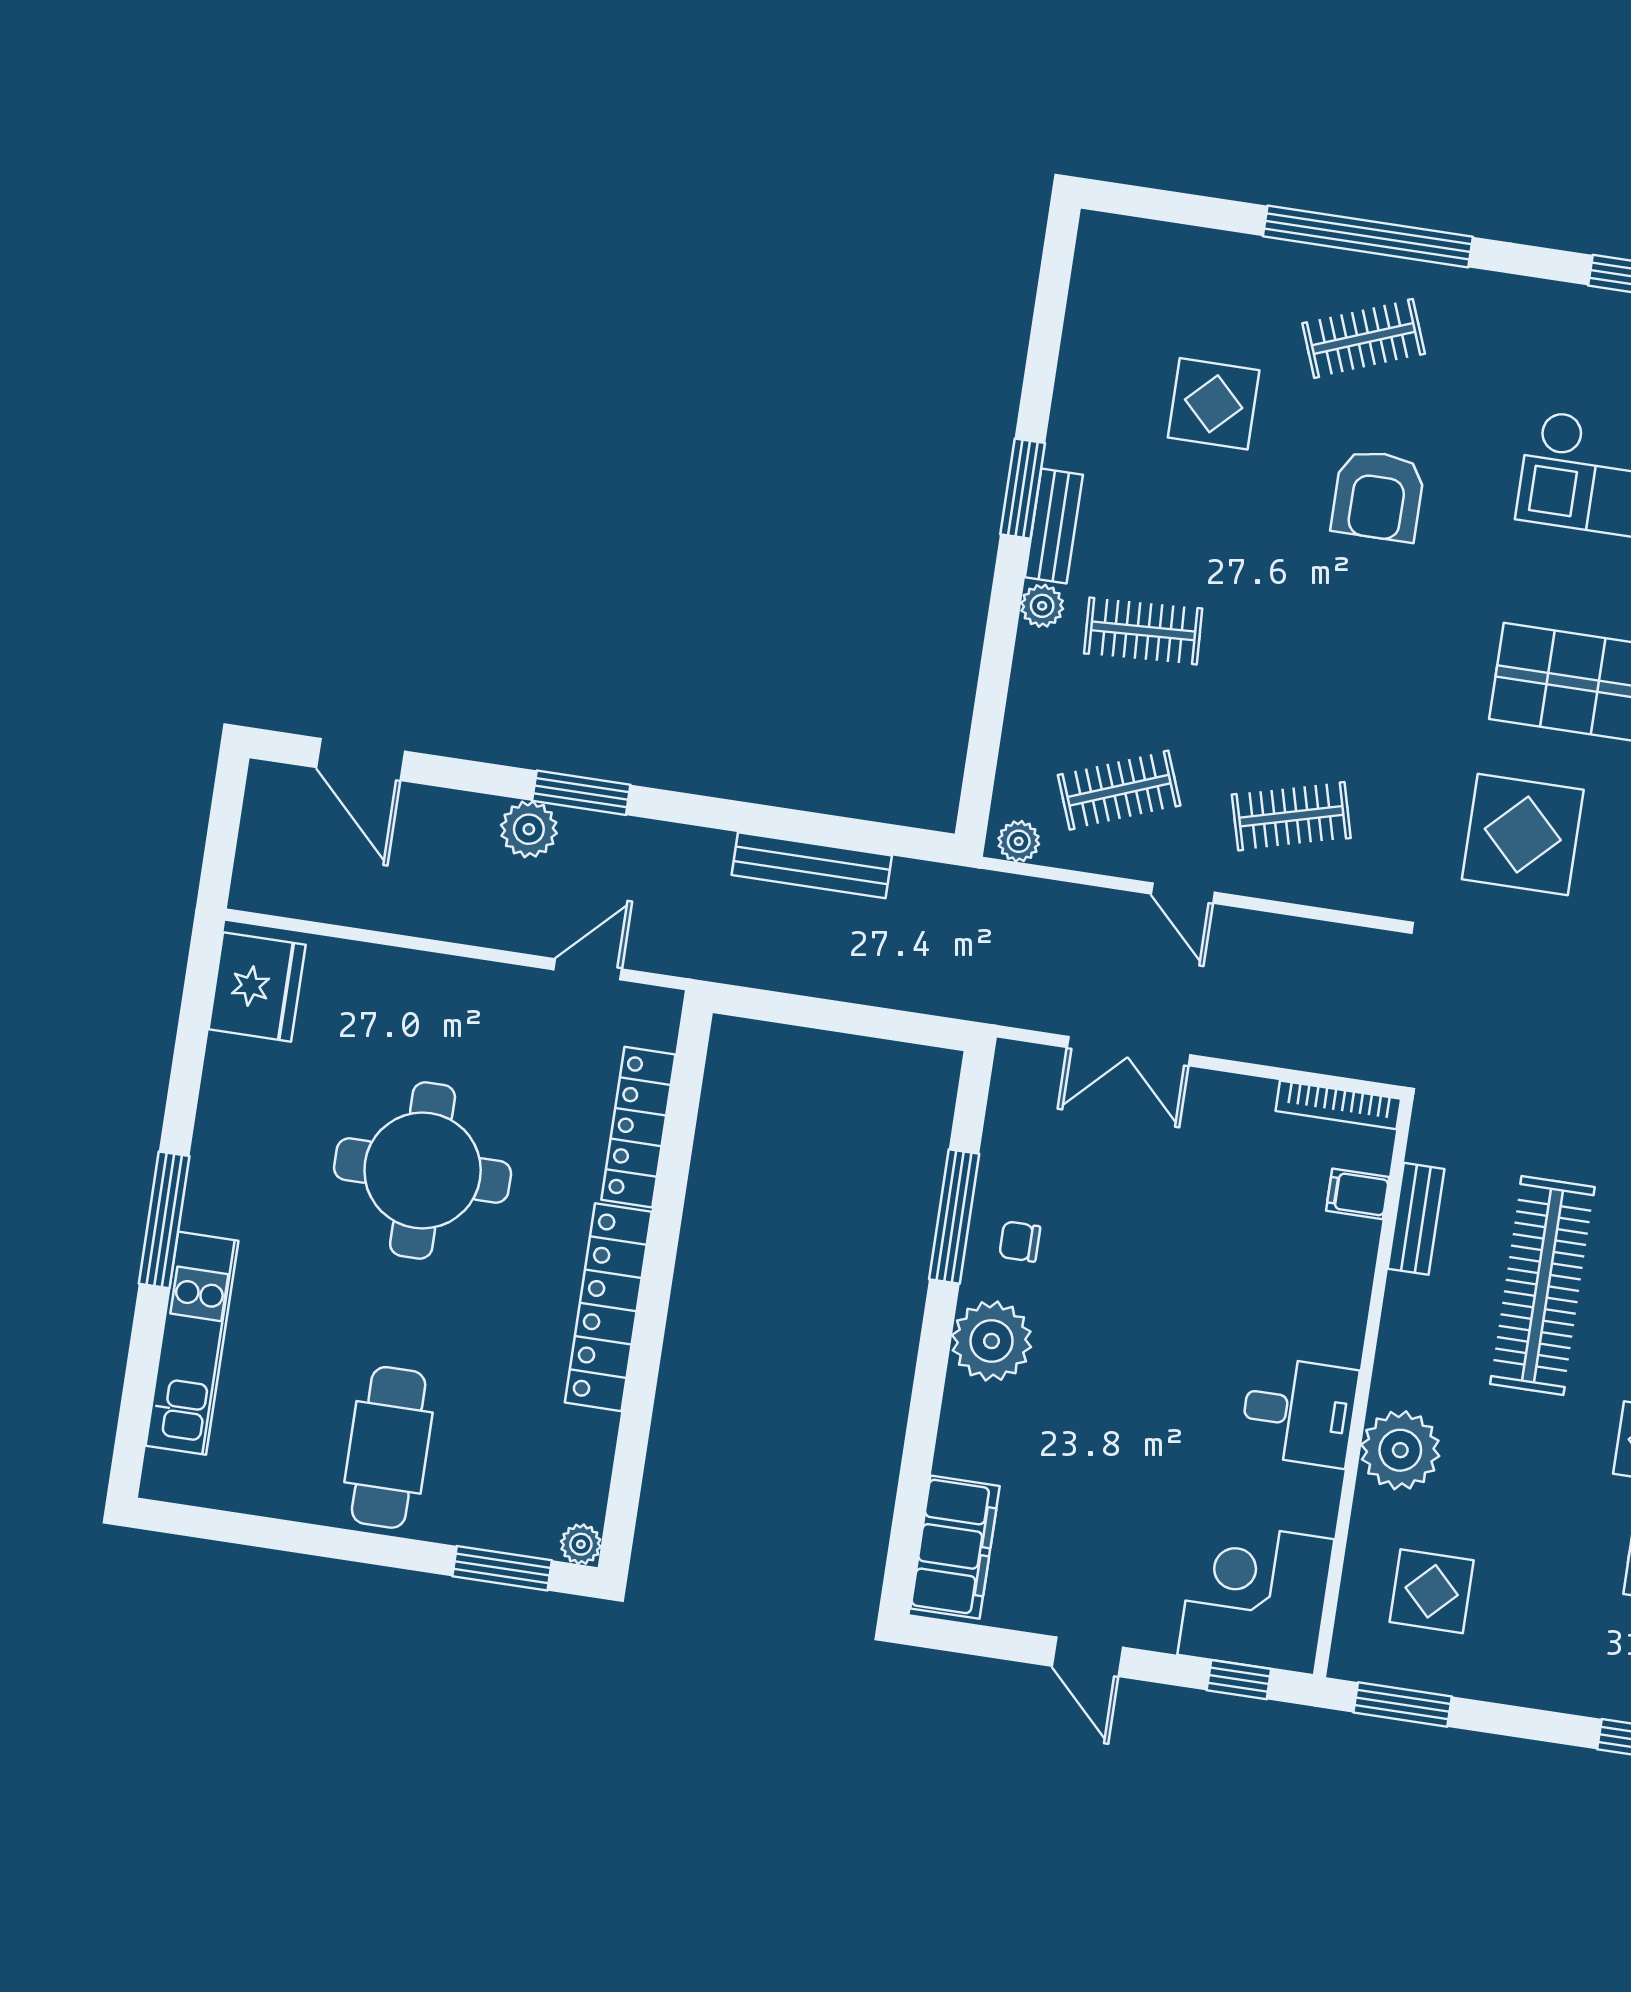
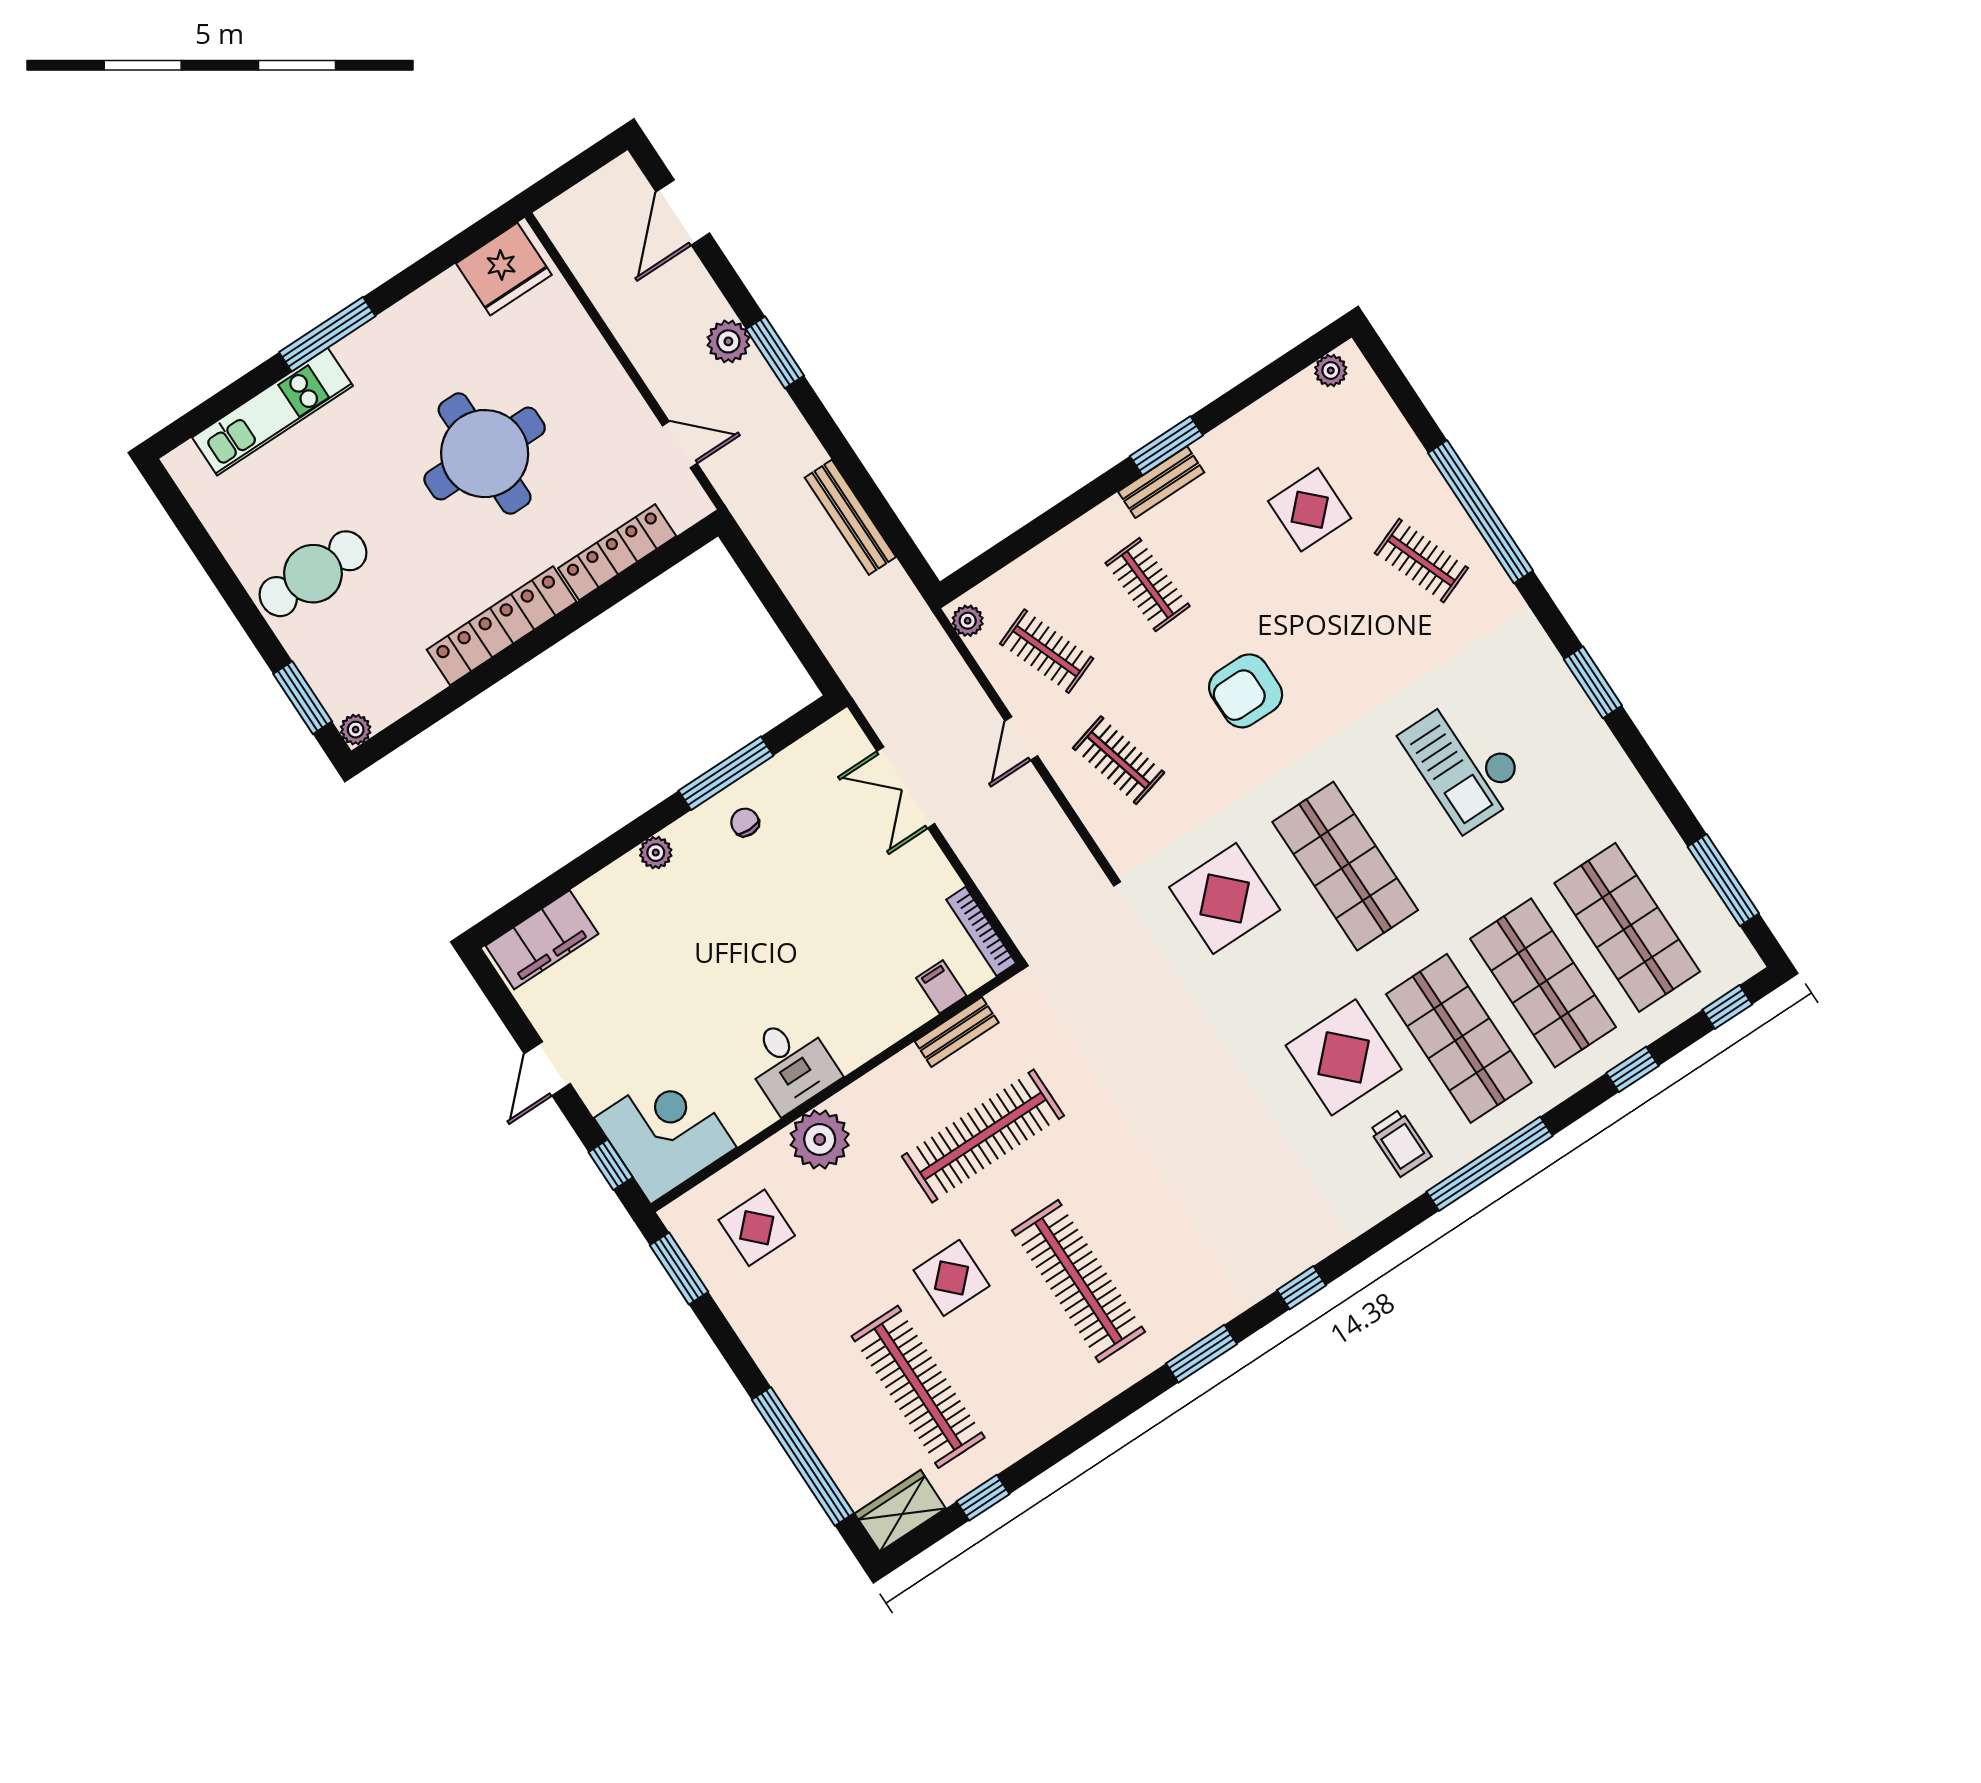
armchair: (1378, 496) -> (1246, 691), moved
plant: (1042, 606) -> (1331, 370), moved
plant: (992, 1341) -> (656, 853), width x0.53, depth x0.53

